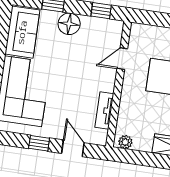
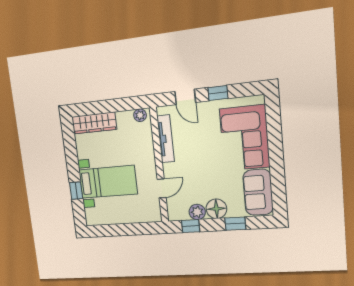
plant: (90, 25) -> (197, 212), added
tv unit: (104, 111) -> (166, 139), width x1.41

